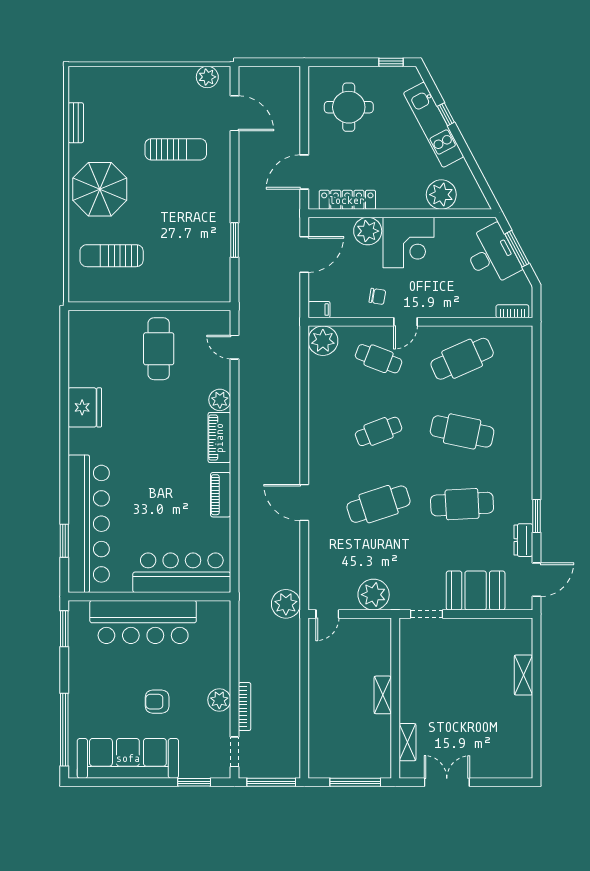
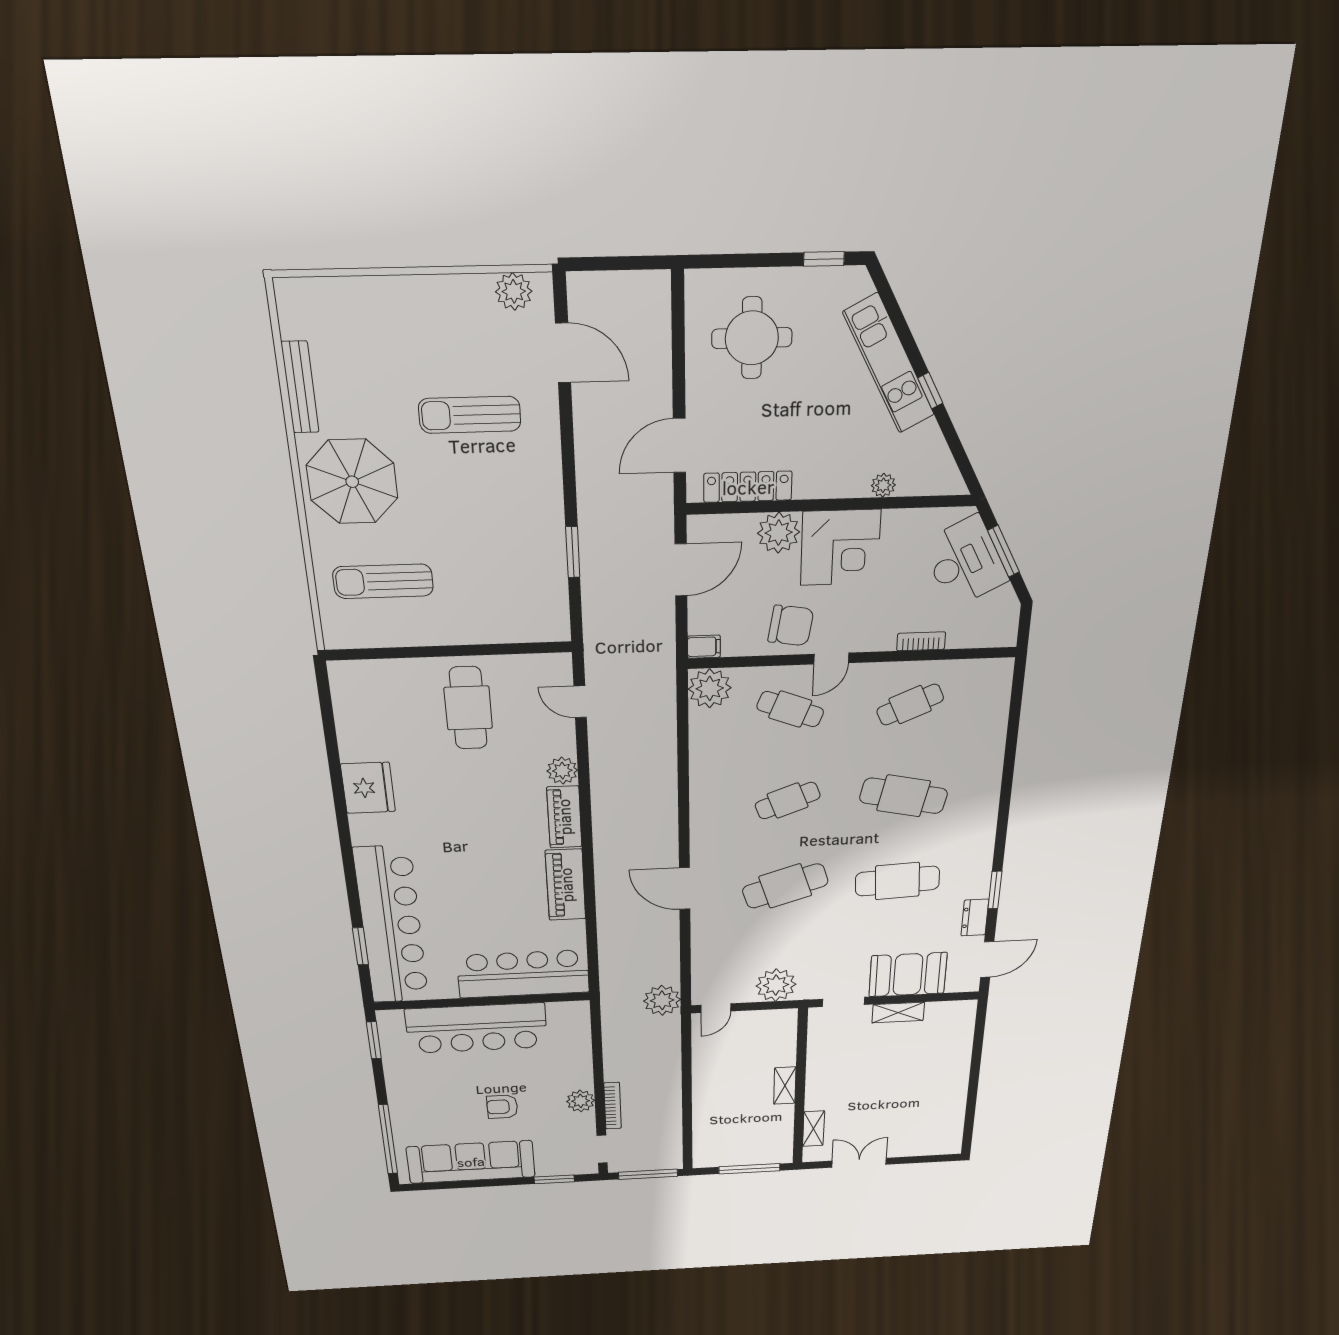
window: (446, 114) -> (930, 391), moved
bench: (76, 123) -> (300, 387), width x1.36
sun lounger: (176, 149) -> (470, 415), turned 180
plant: (441, 195) -> (883, 485), width x0.53, depth x0.53
chair: (377, 296) -> (791, 626), width x1.87, depth x1.87
bookcase: (512, 311) -> (921, 641), moved
cafe table: (462, 359) -> (910, 705), width x0.73, depth x0.74
piano: (221, 495) -> (566, 885), width x1.37, depth x1.33
shelving: (523, 675) -> (898, 1013), moved, turned 90

